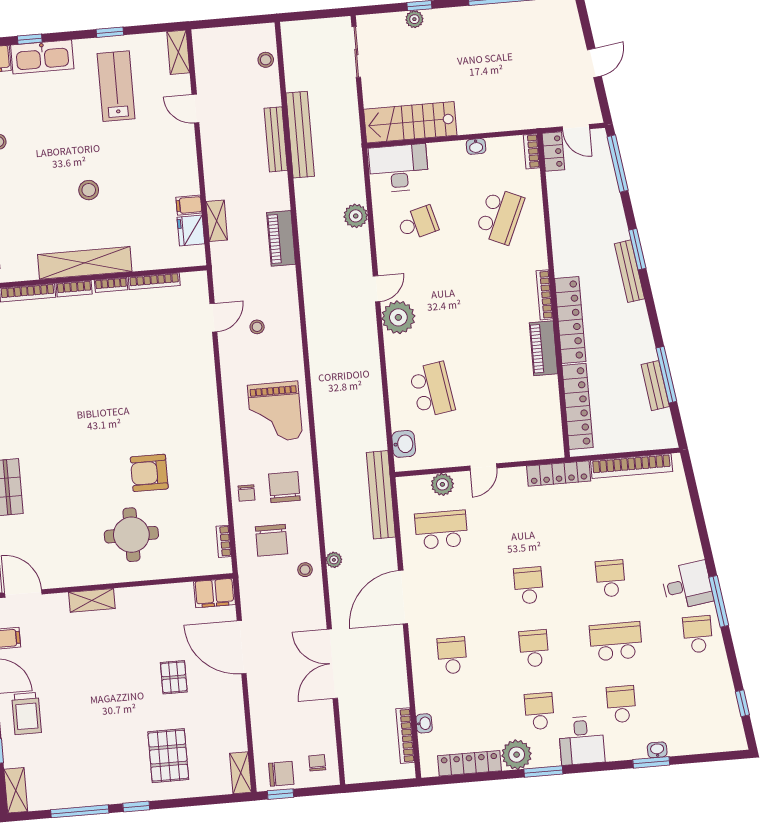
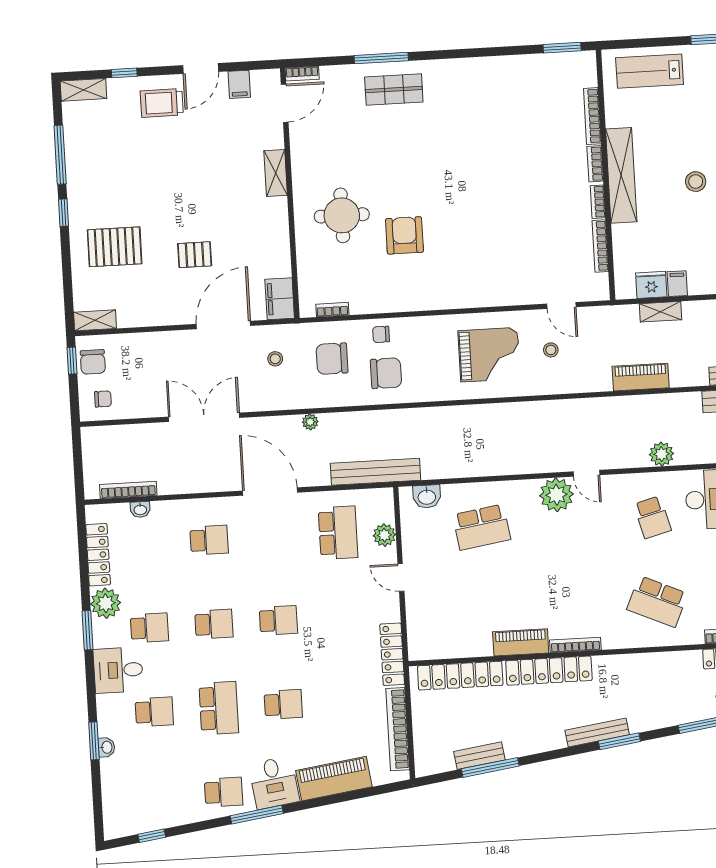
grand piano: (275, 412) -> (489, 355), moved, turned 180
piano: (682, 527) -> (334, 779), added
stool: (305, 570) -> (275, 359), moved

